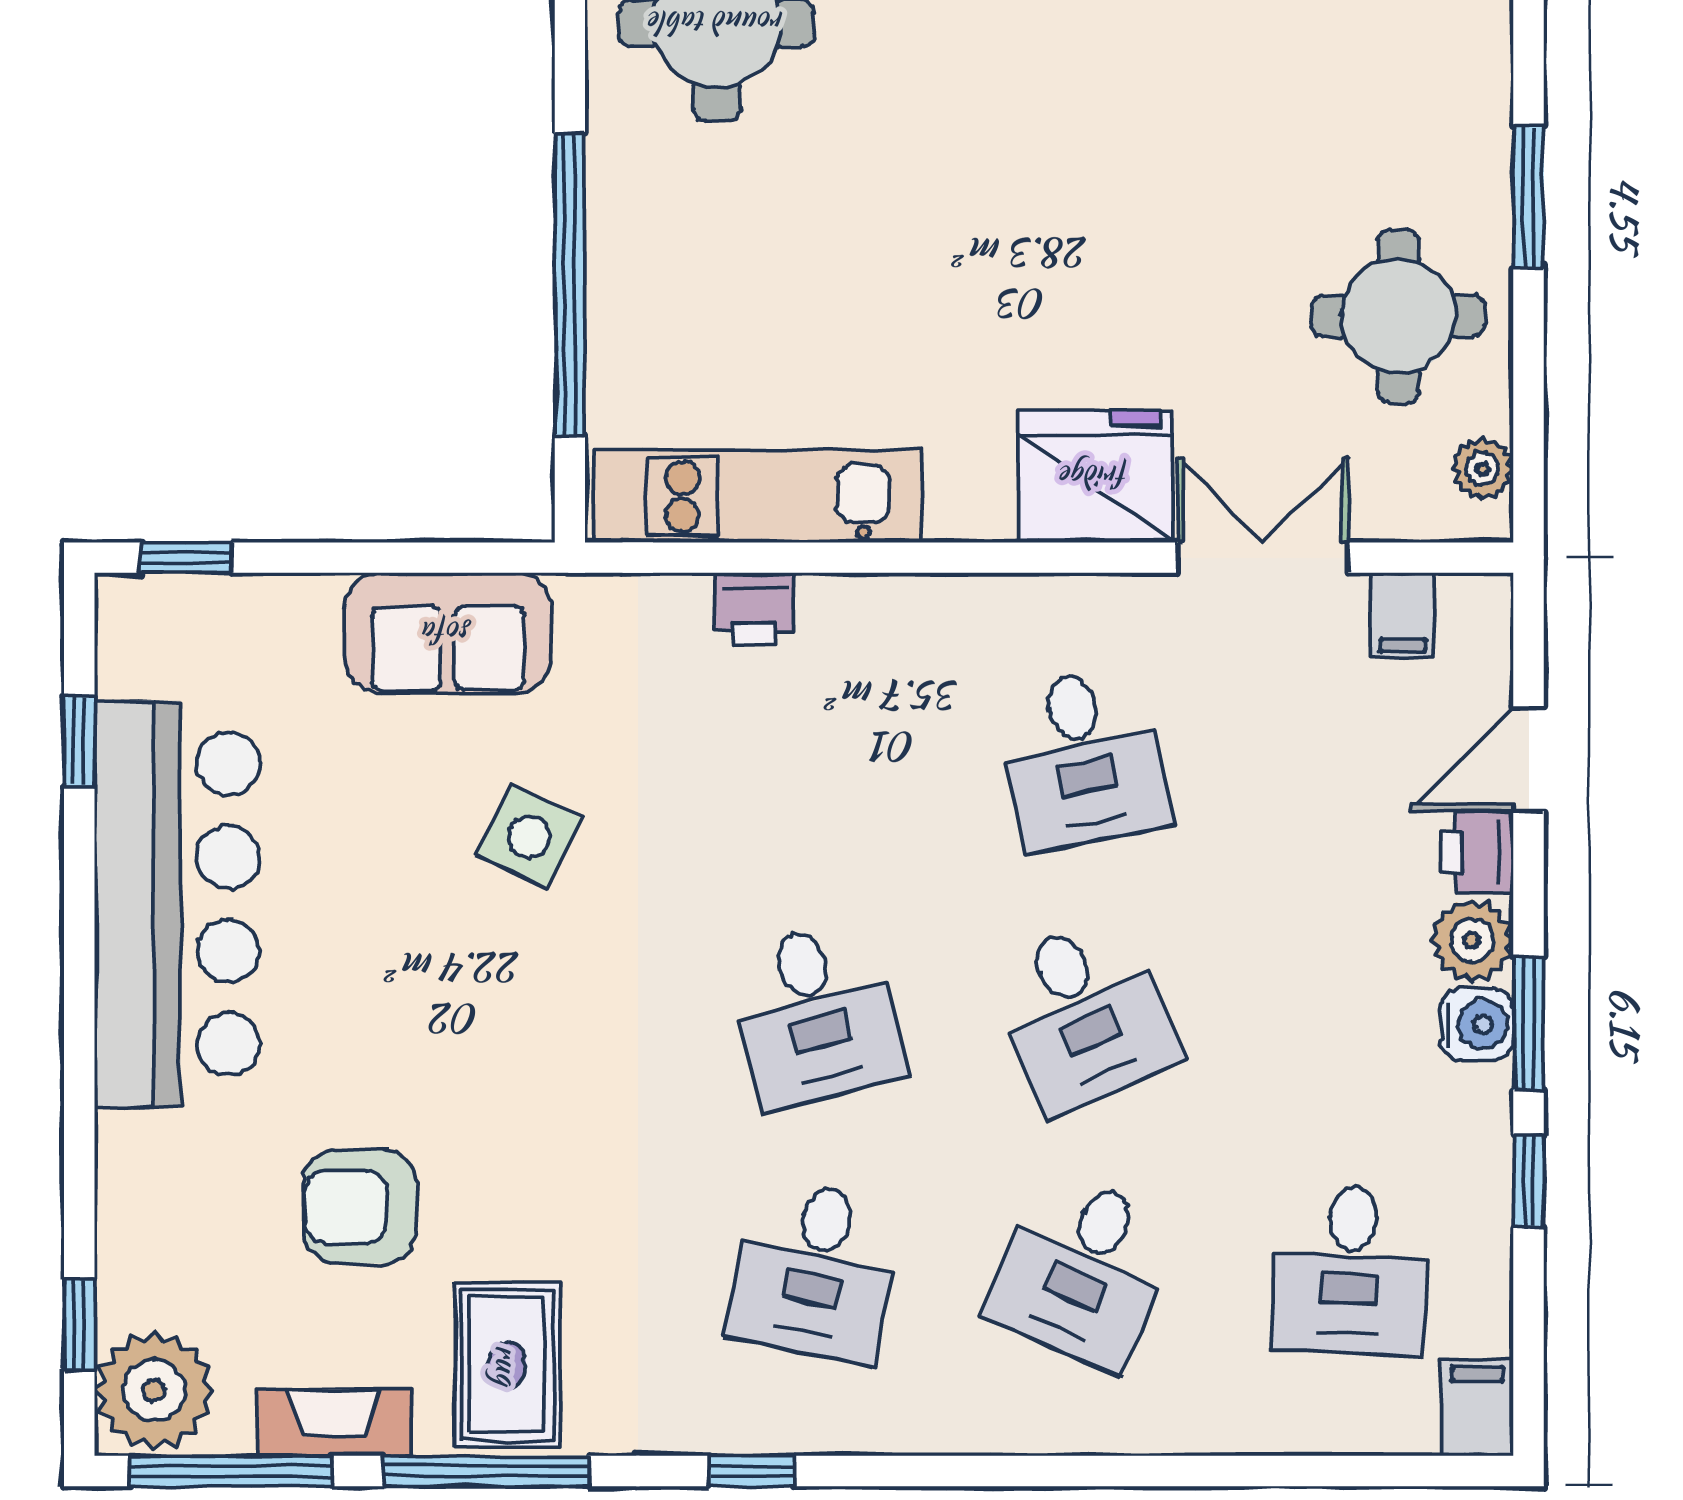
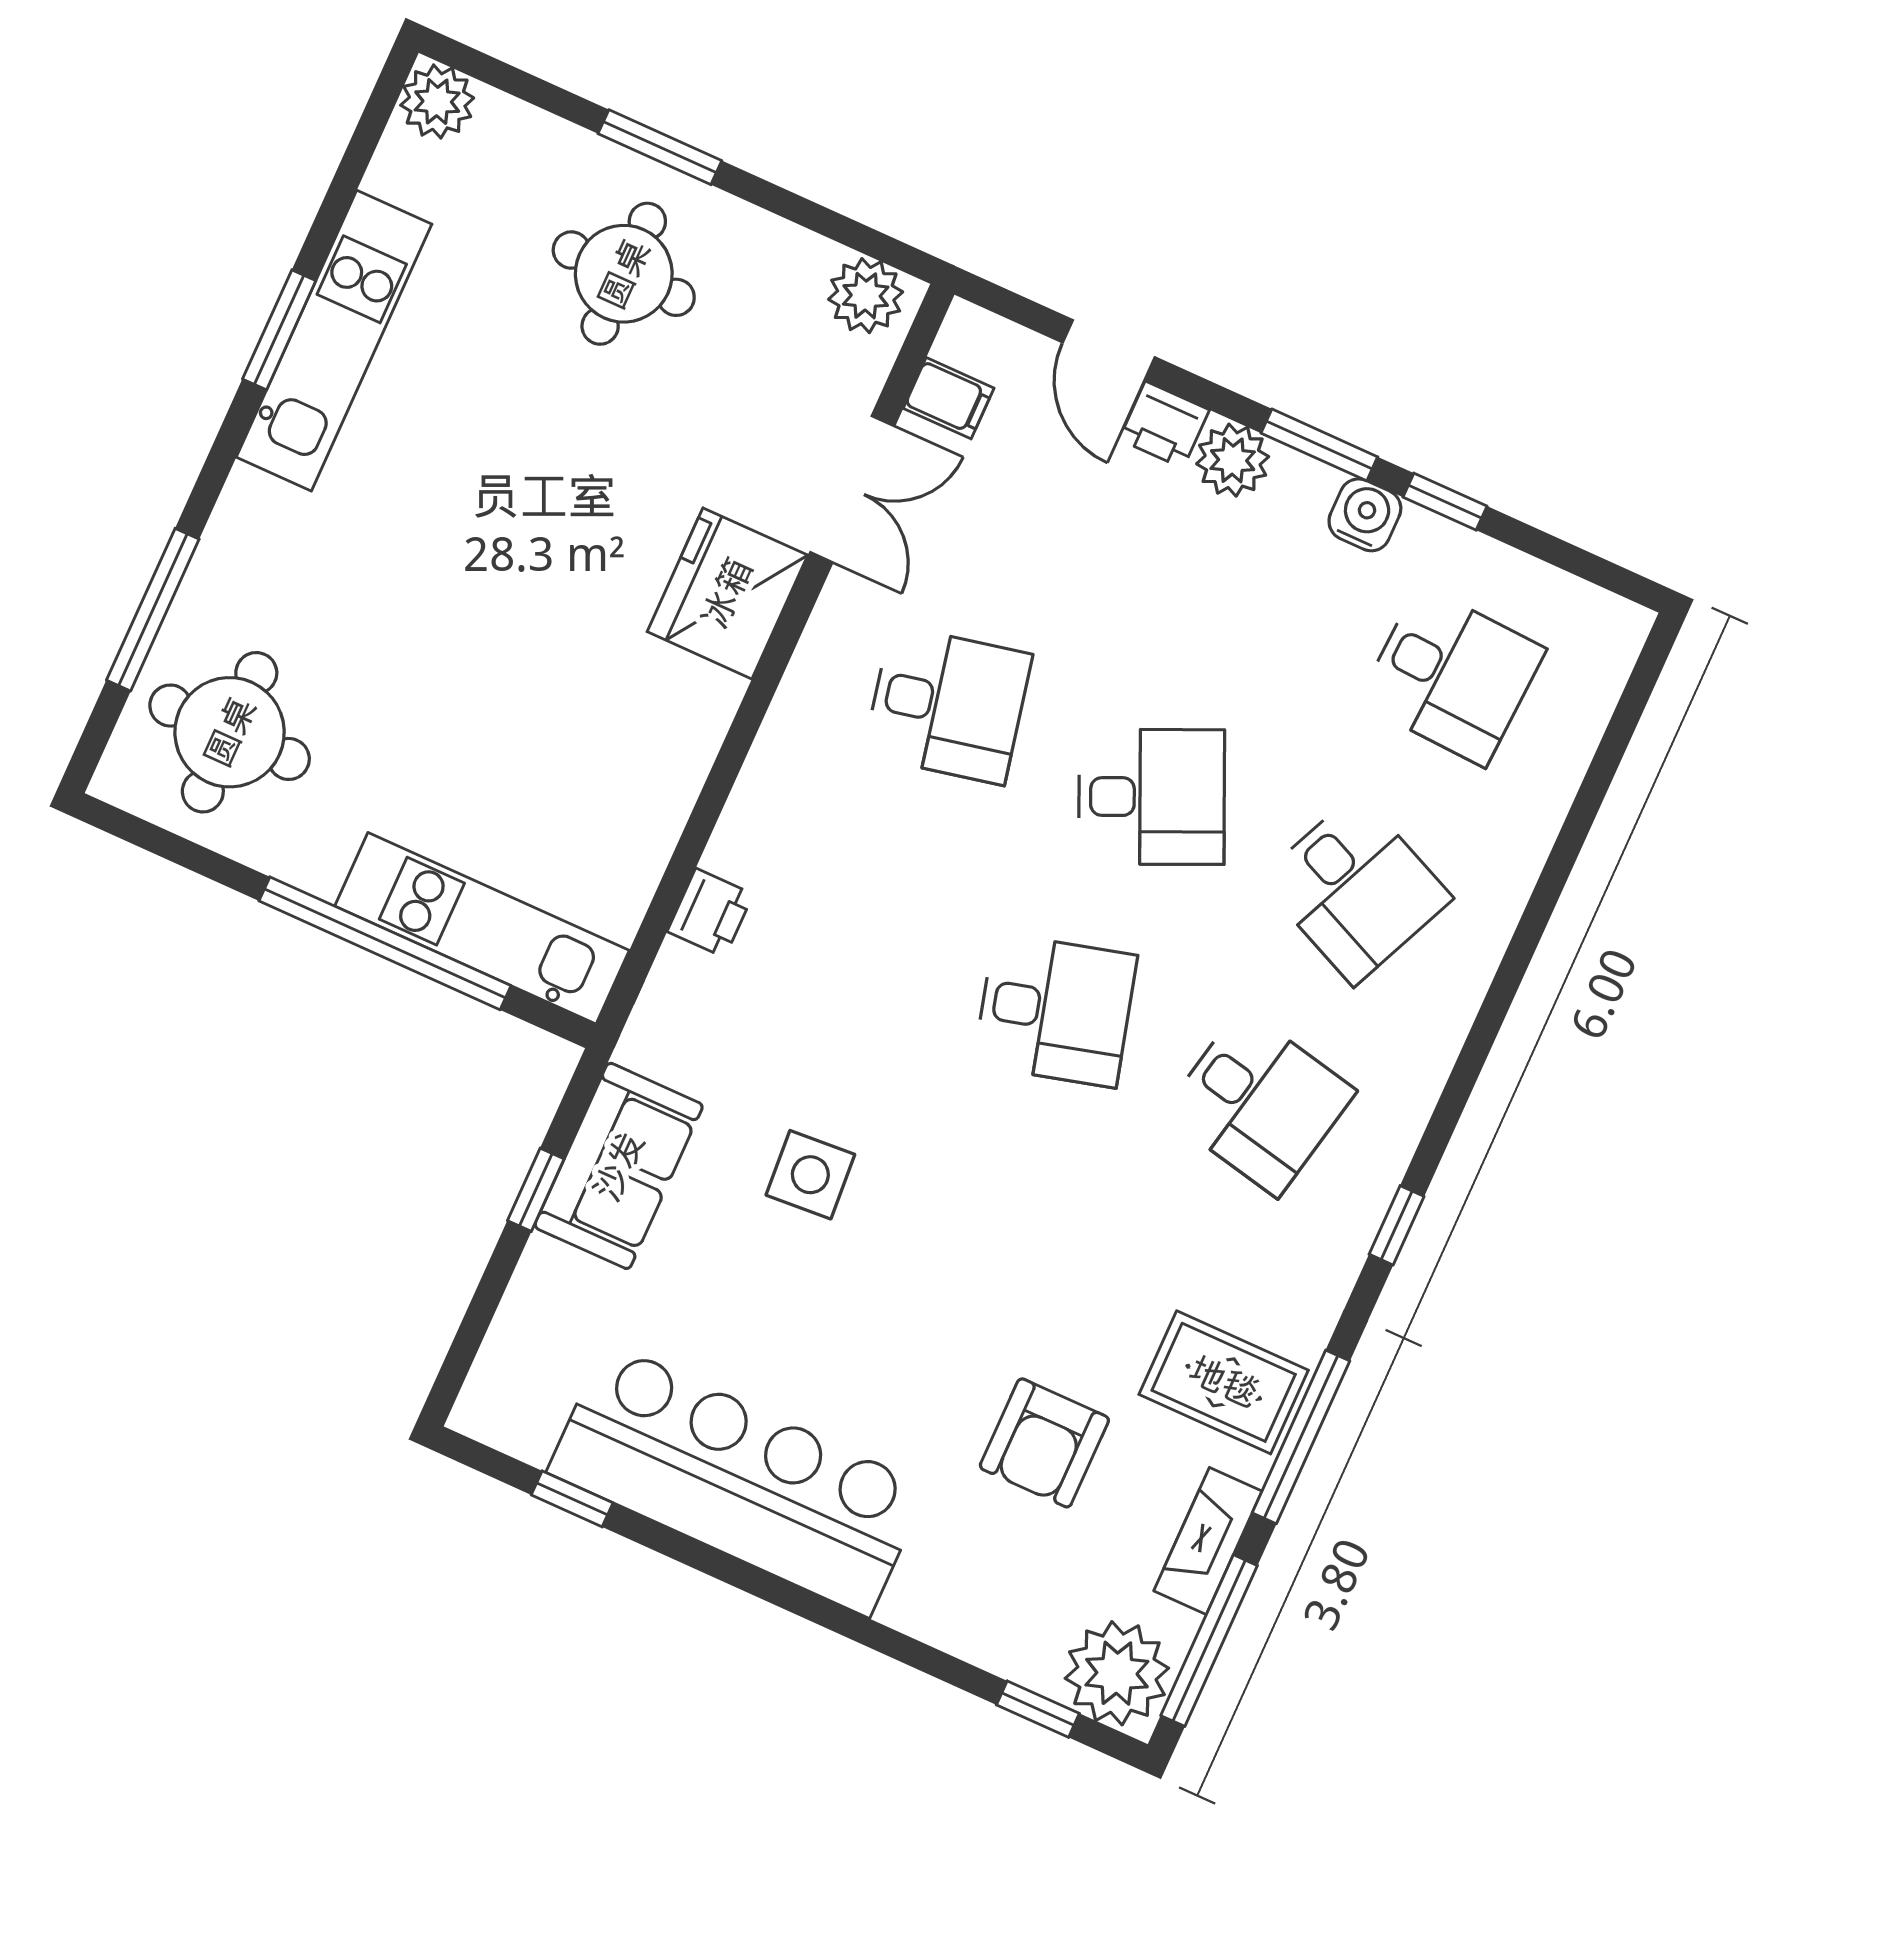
round table: (1398, 316) -> (624, 274), moved
plant: (1482, 469) -> (866, 296), width x1.38, depth x1.38
kitchen unit: (758, 496) -> (482, 928), moved, turned 90
window: (186, 558) -> (536, 1190), moved
double door: (1263, 558) -> (852, 489), swing flipped
side table: (529, 837) -> (810, 1175), turned -30
water cooler: (1477, 1024) -> (1365, 515), moved
filing cabinet: (1477, 1408) -> (1607, 624), removed

